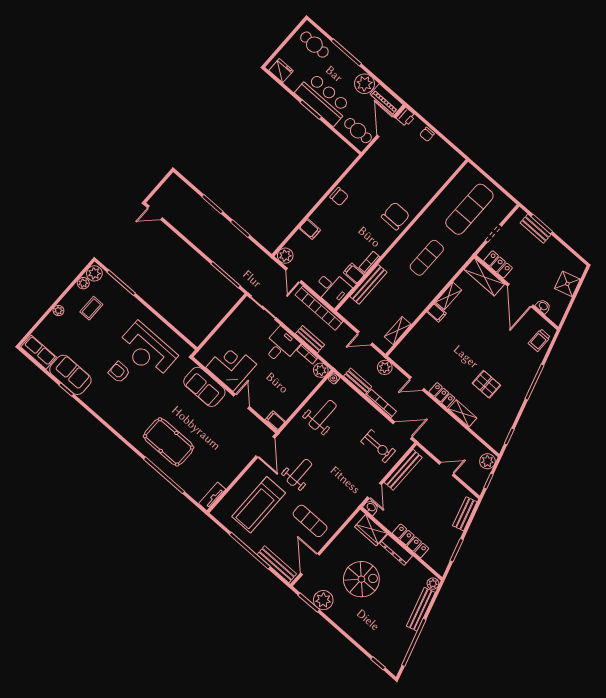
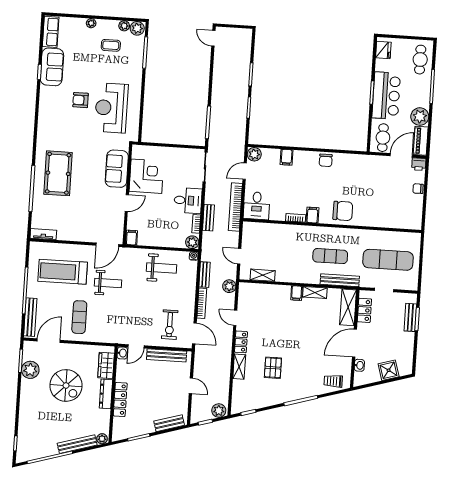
filing cabinet: (354, 273) -> (312, 215), moved
bench: (368, 284) -> (340, 280), moved
armchair: (119, 372) -> (81, 100), turned -90

